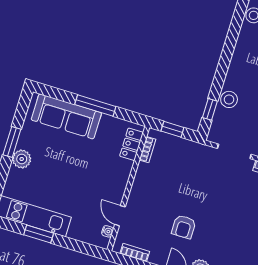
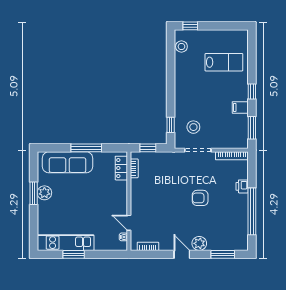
stool: (229, 99) -> (193, 127), moved
plant: (22, 159) -> (44, 193), moved
armchair: (184, 227) -> (200, 198), moved, turned 90

